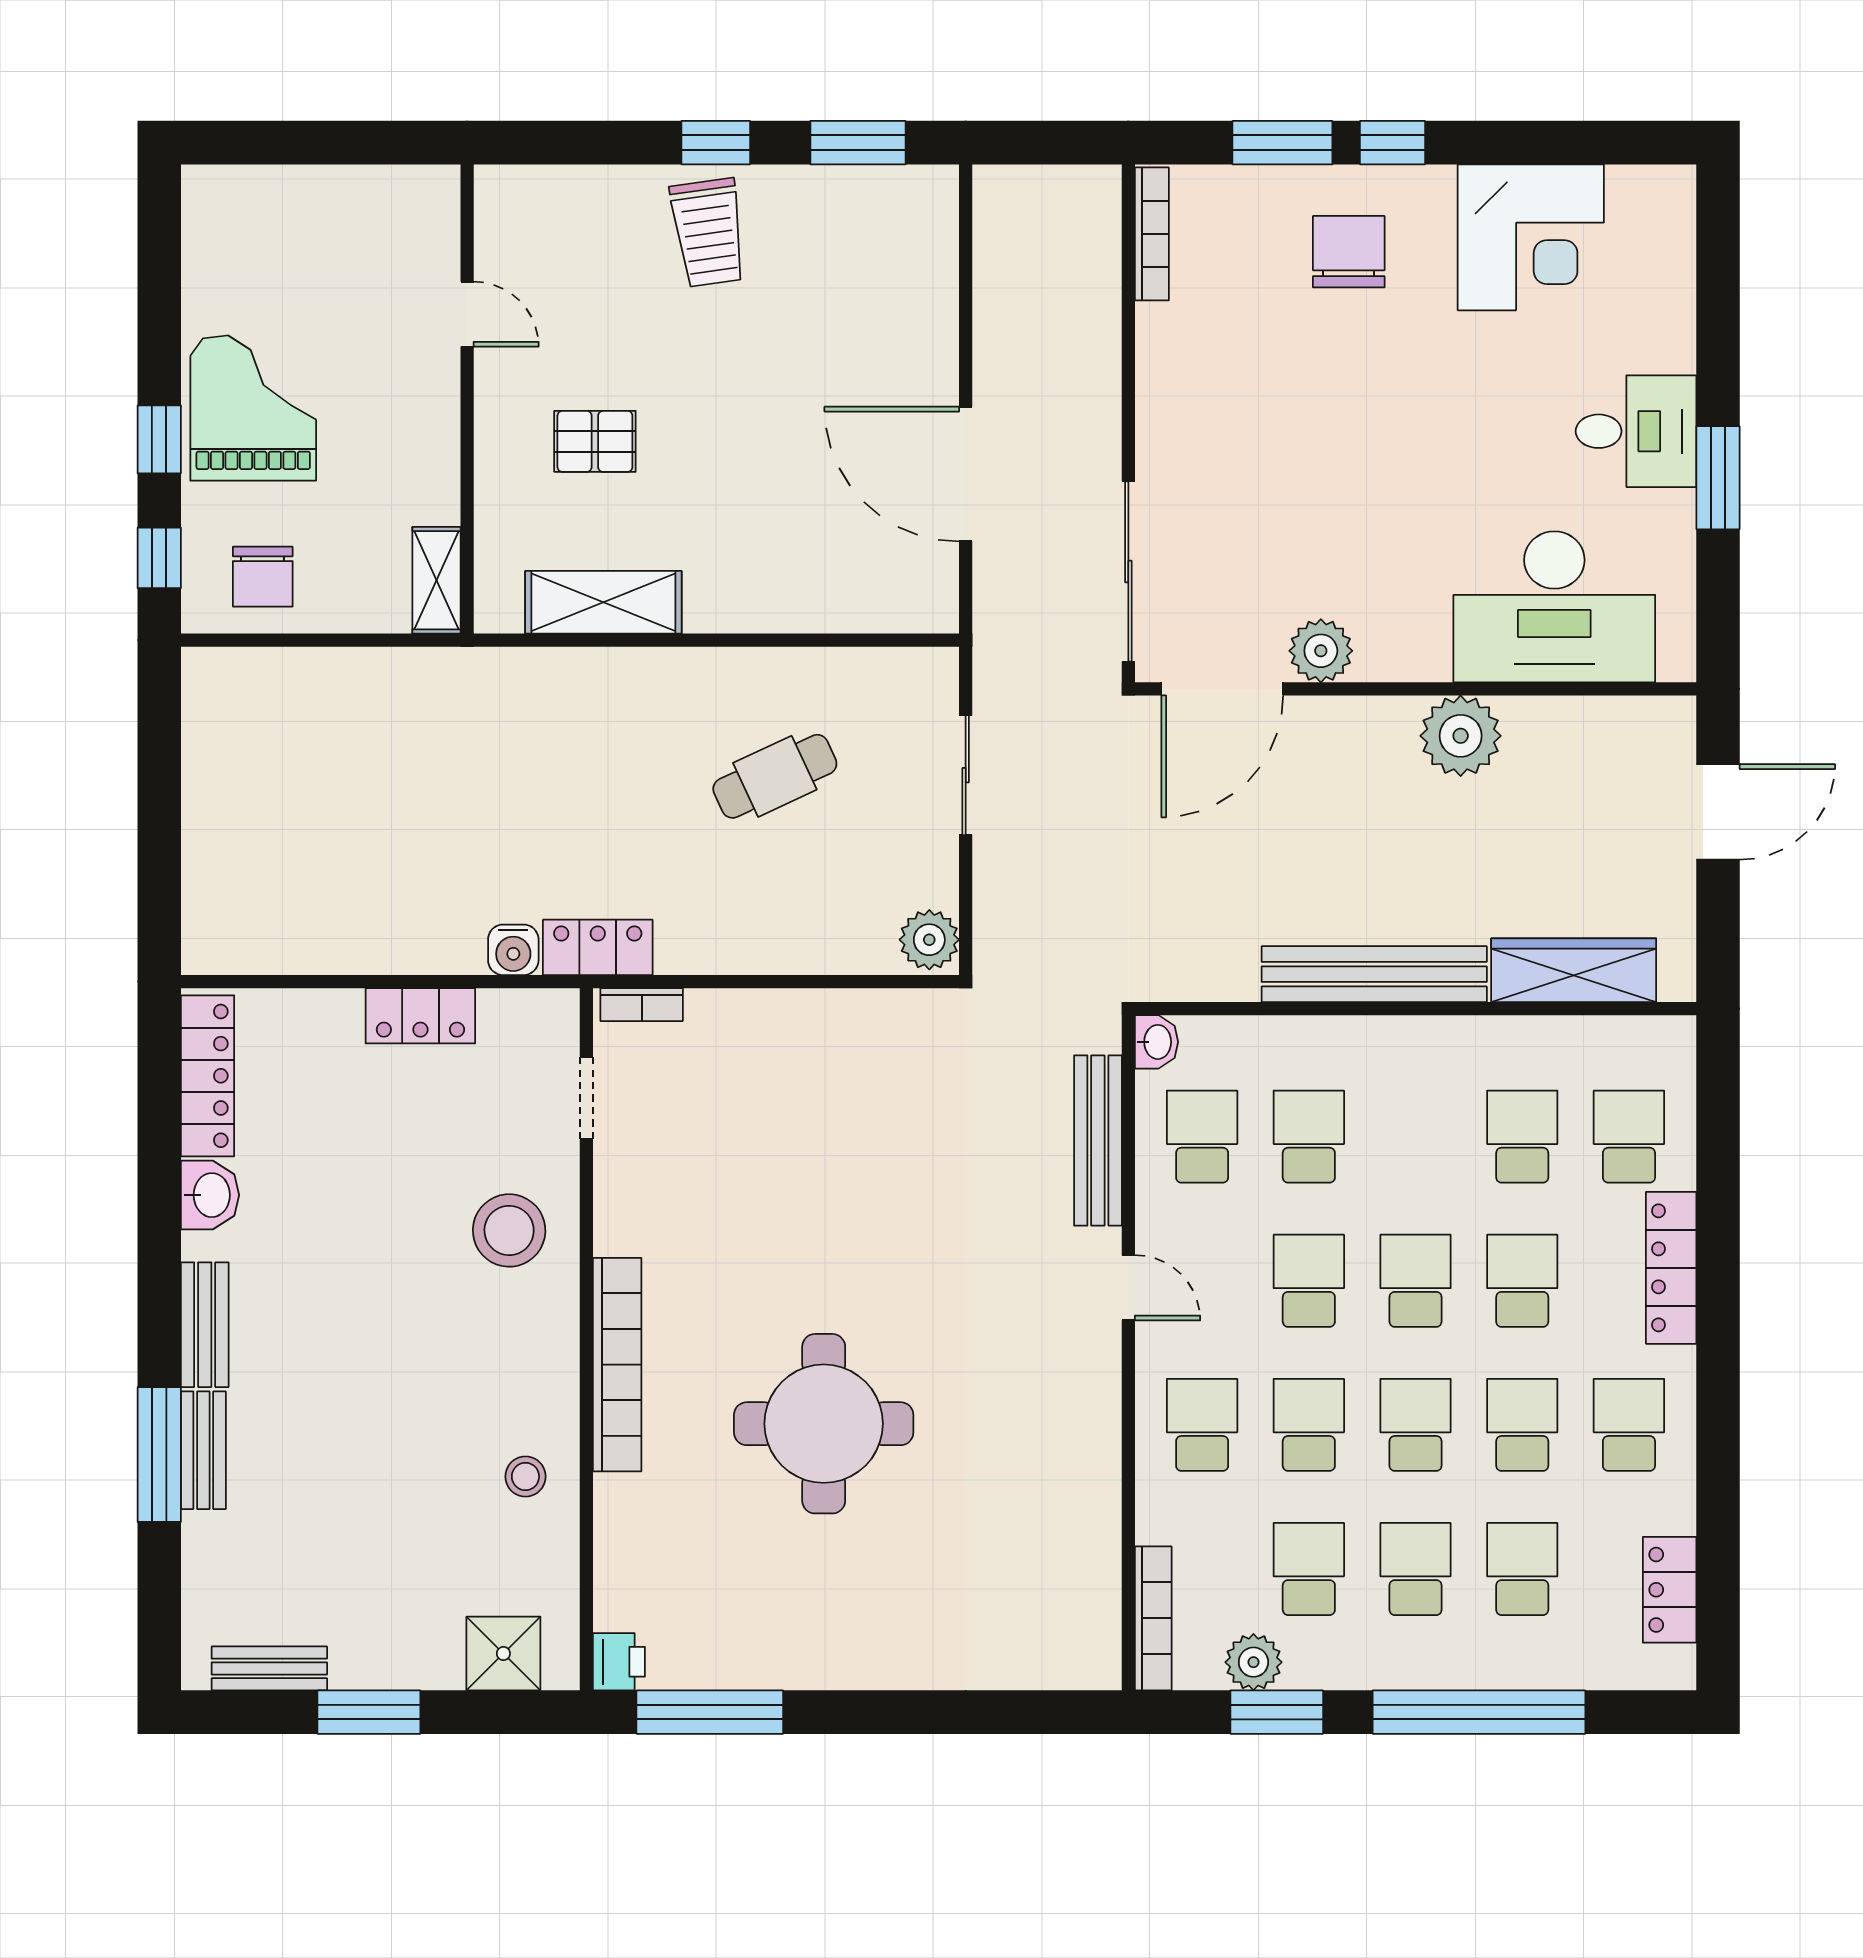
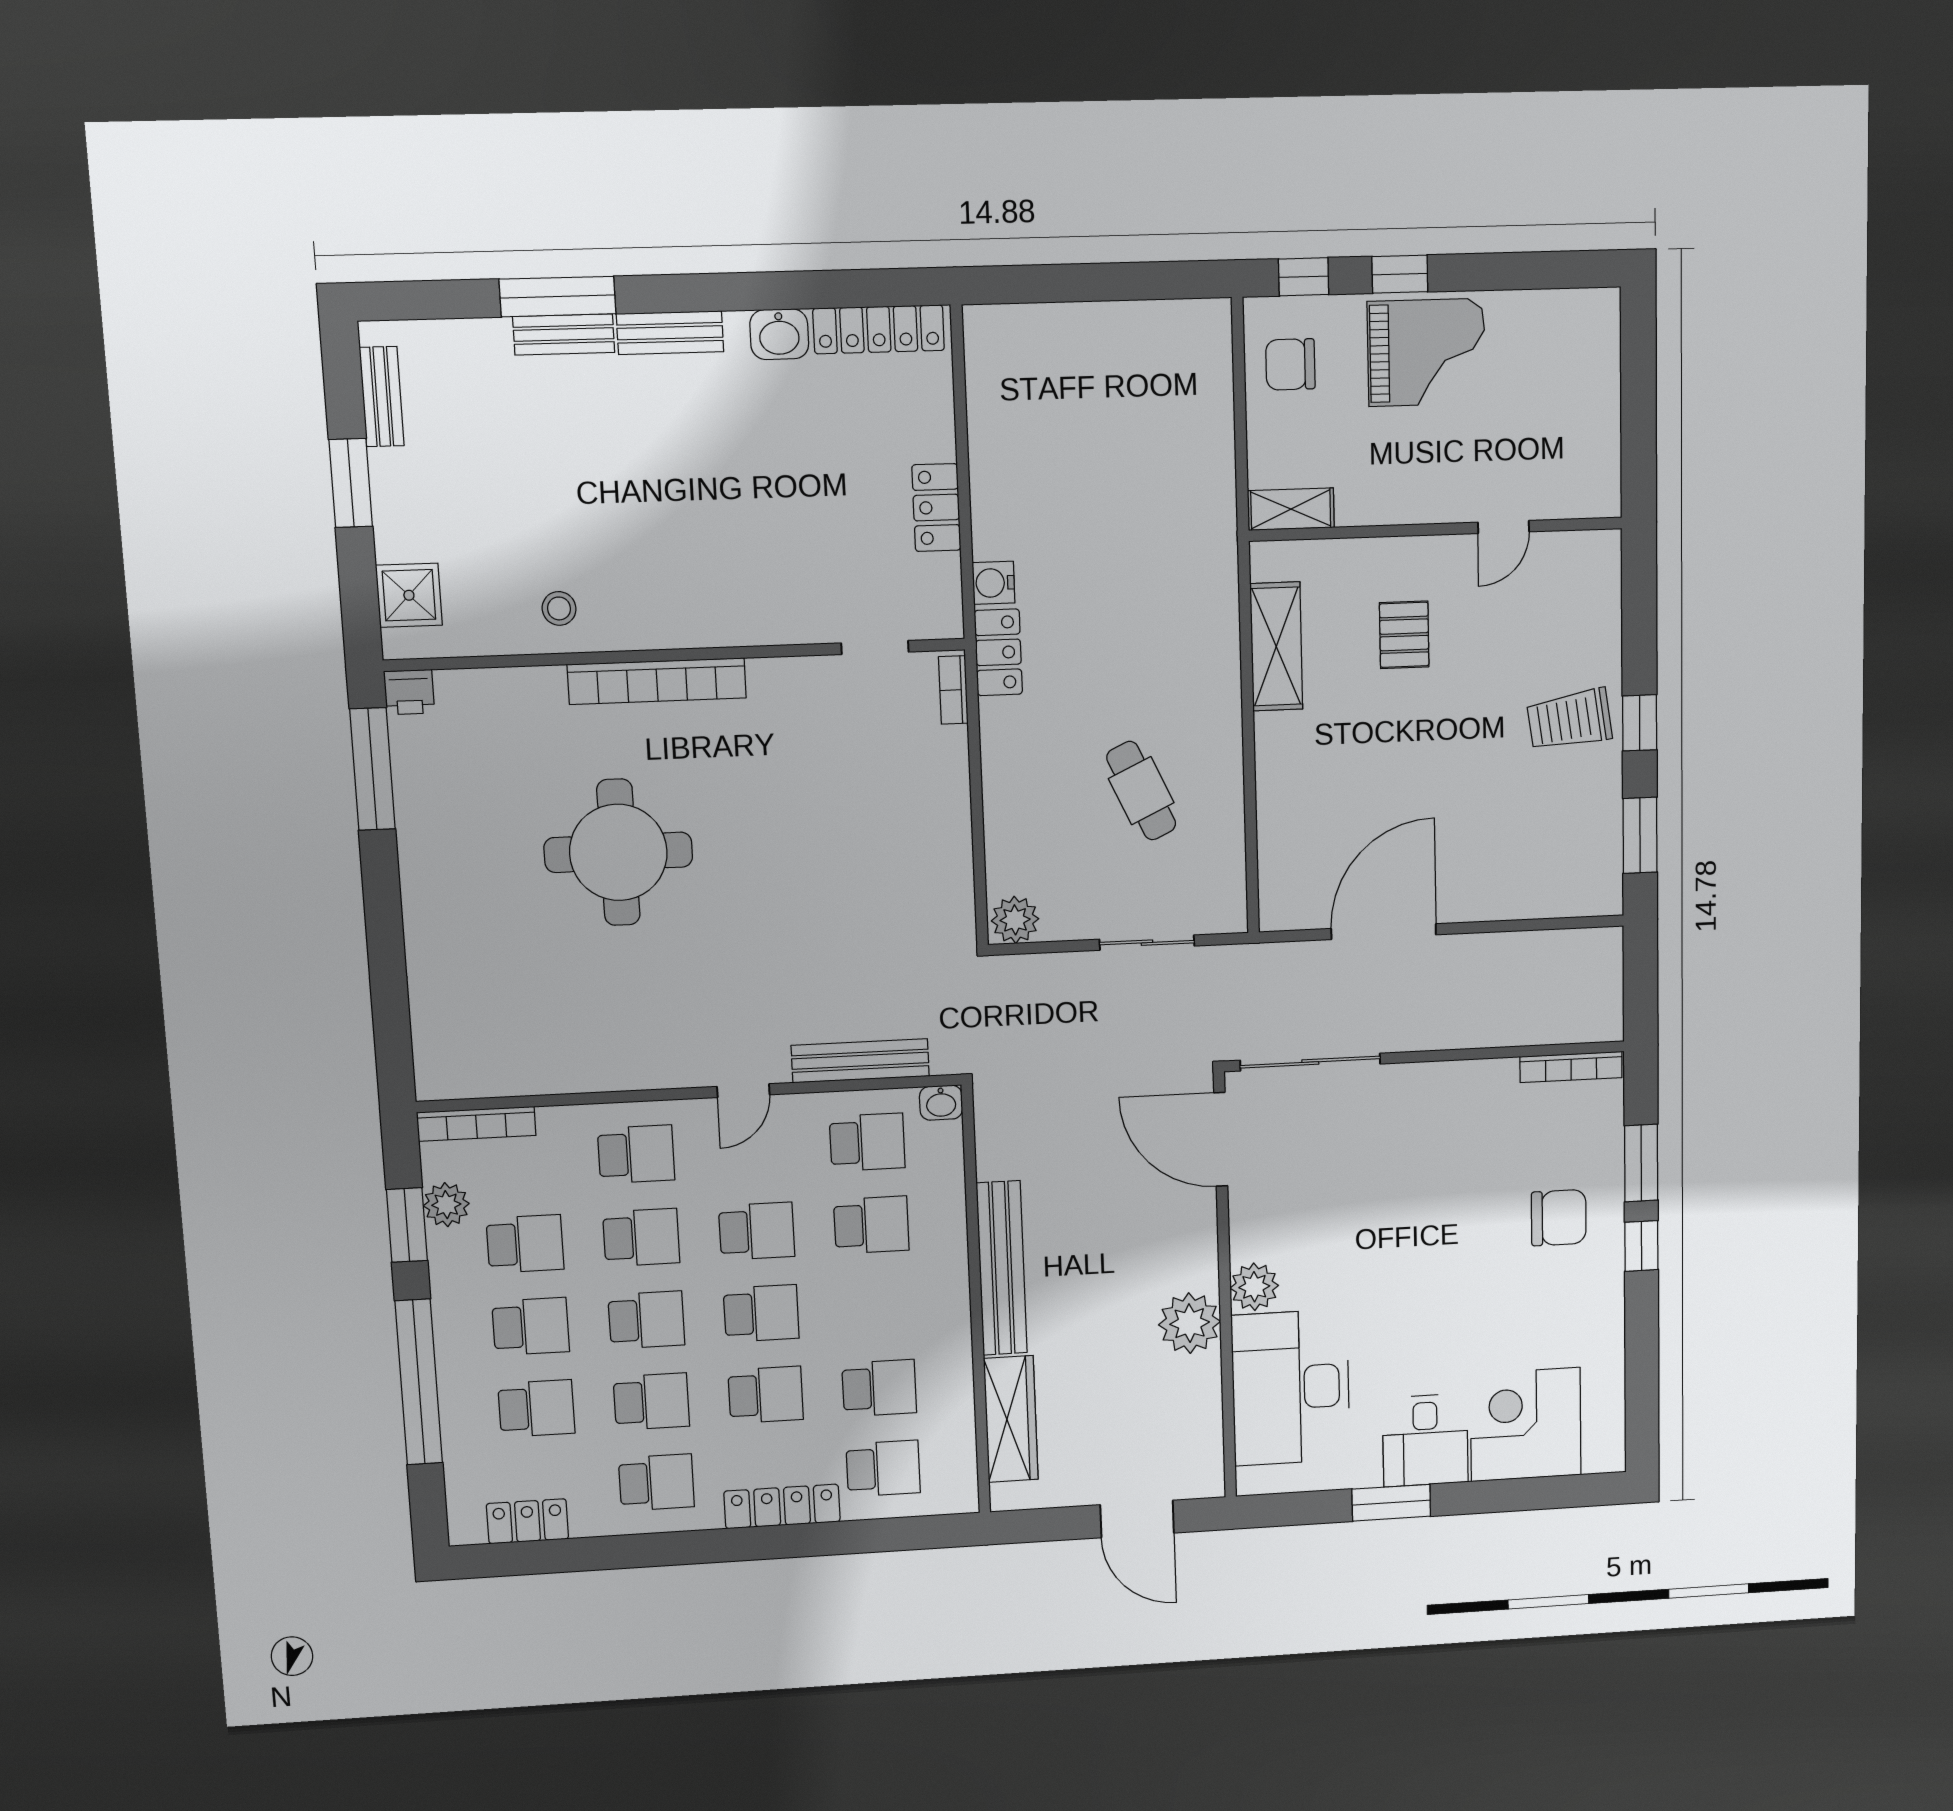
corner desk: (1531, 237) -> (1526, 1425), moved, turned 90
plant: (1321, 651) -> (1254, 1287), moved
stool: (509, 1230) -> (763, 588), removed

